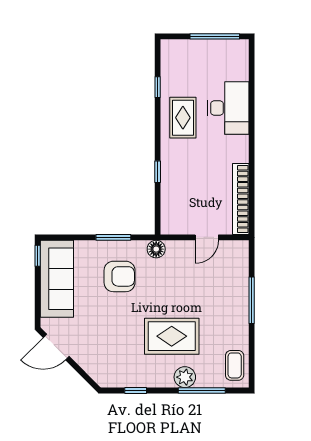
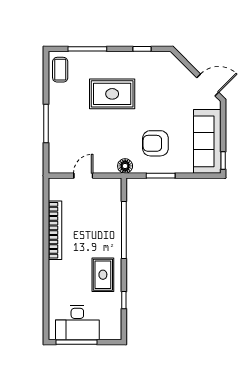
desk: (228, 108) -> (77, 323), moved, turned -90
window: (158, 172) -> (124, 230), width x3.17
bookcase: (241, 199) -> (55, 230), moved
plant: (185, 377) -> (101, 60), removed

